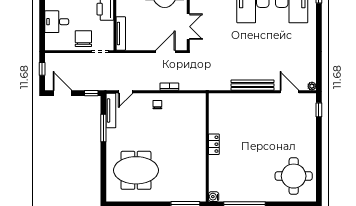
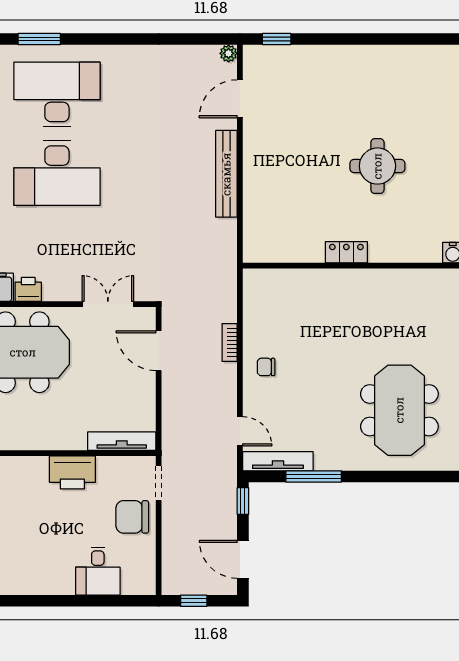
door: (63, 93) -> (243, 559), hinge flipped
round table: (294, 176) -> (377, 166), moved, width x0.73, depth x0.73

